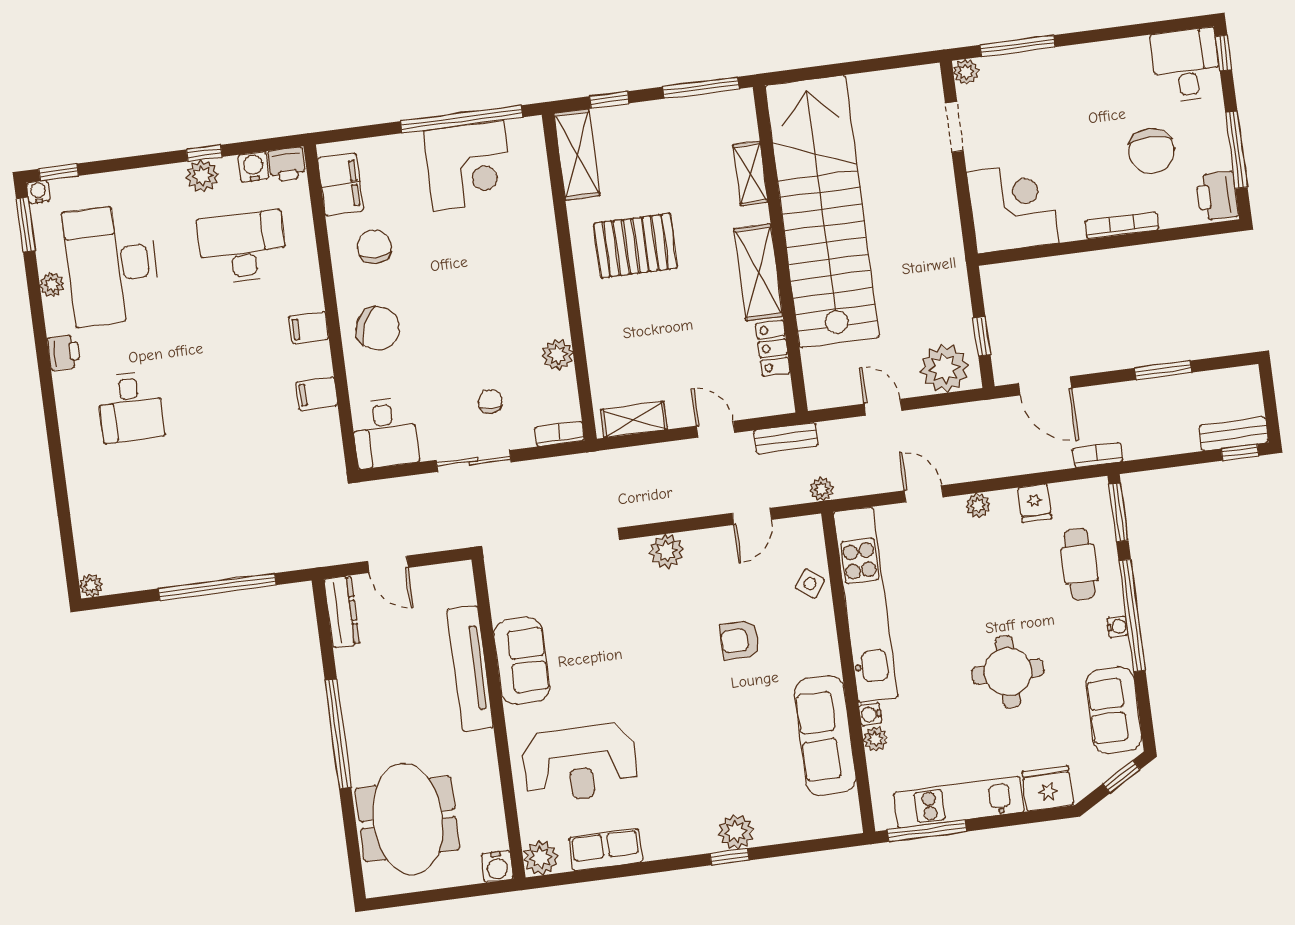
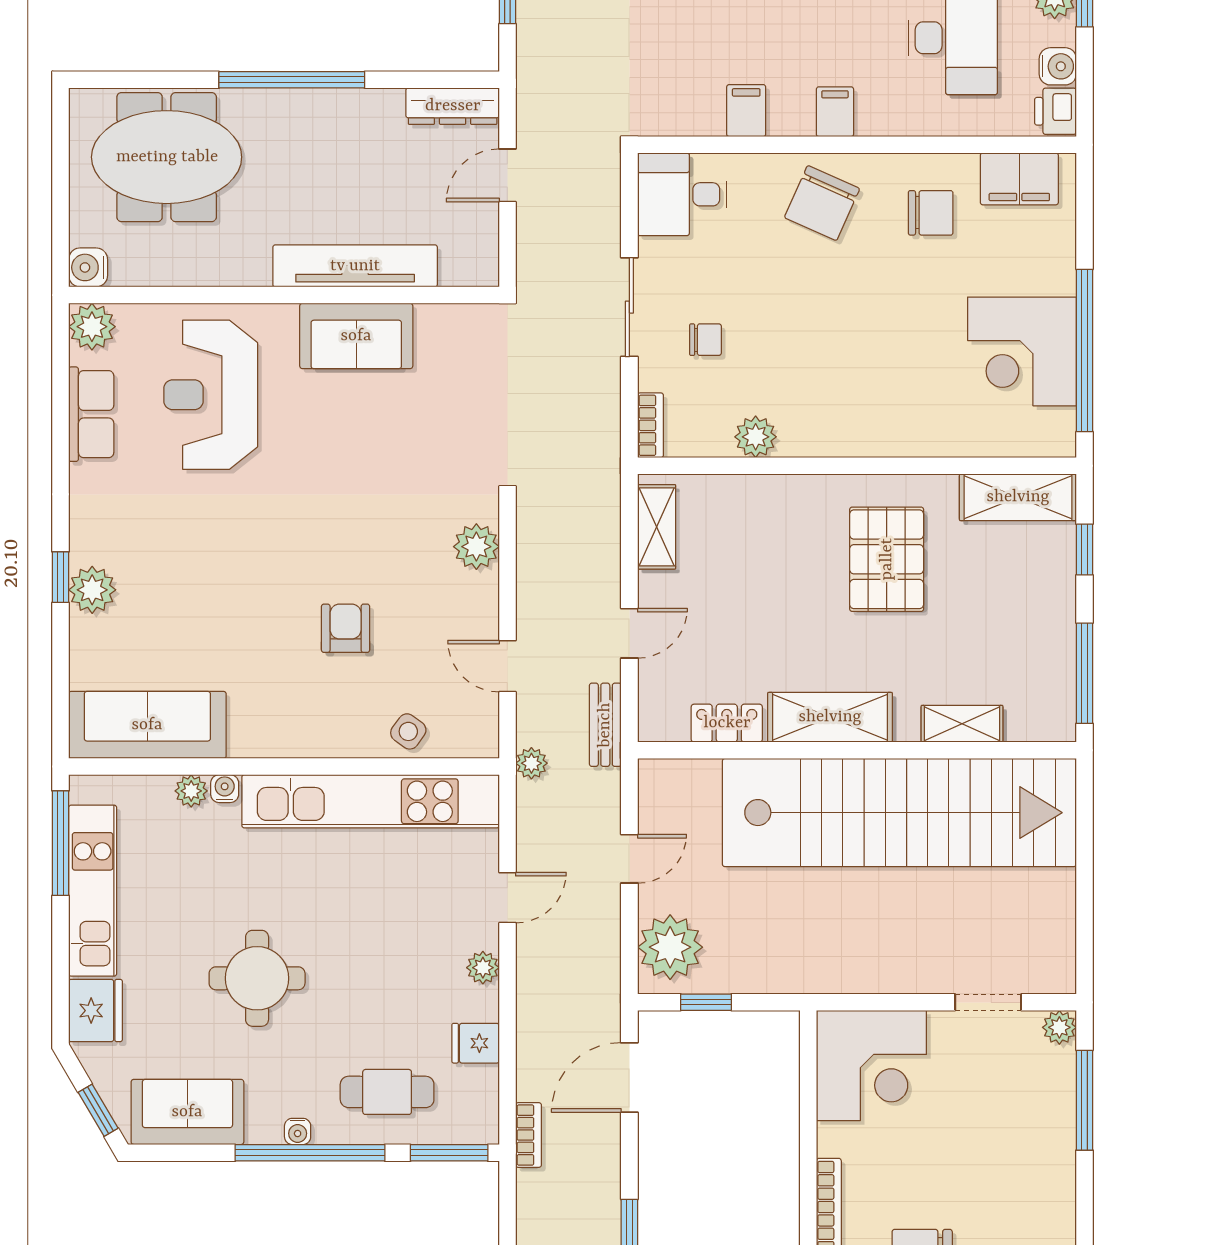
sofa: (825, 736) -> (147, 725), moved

